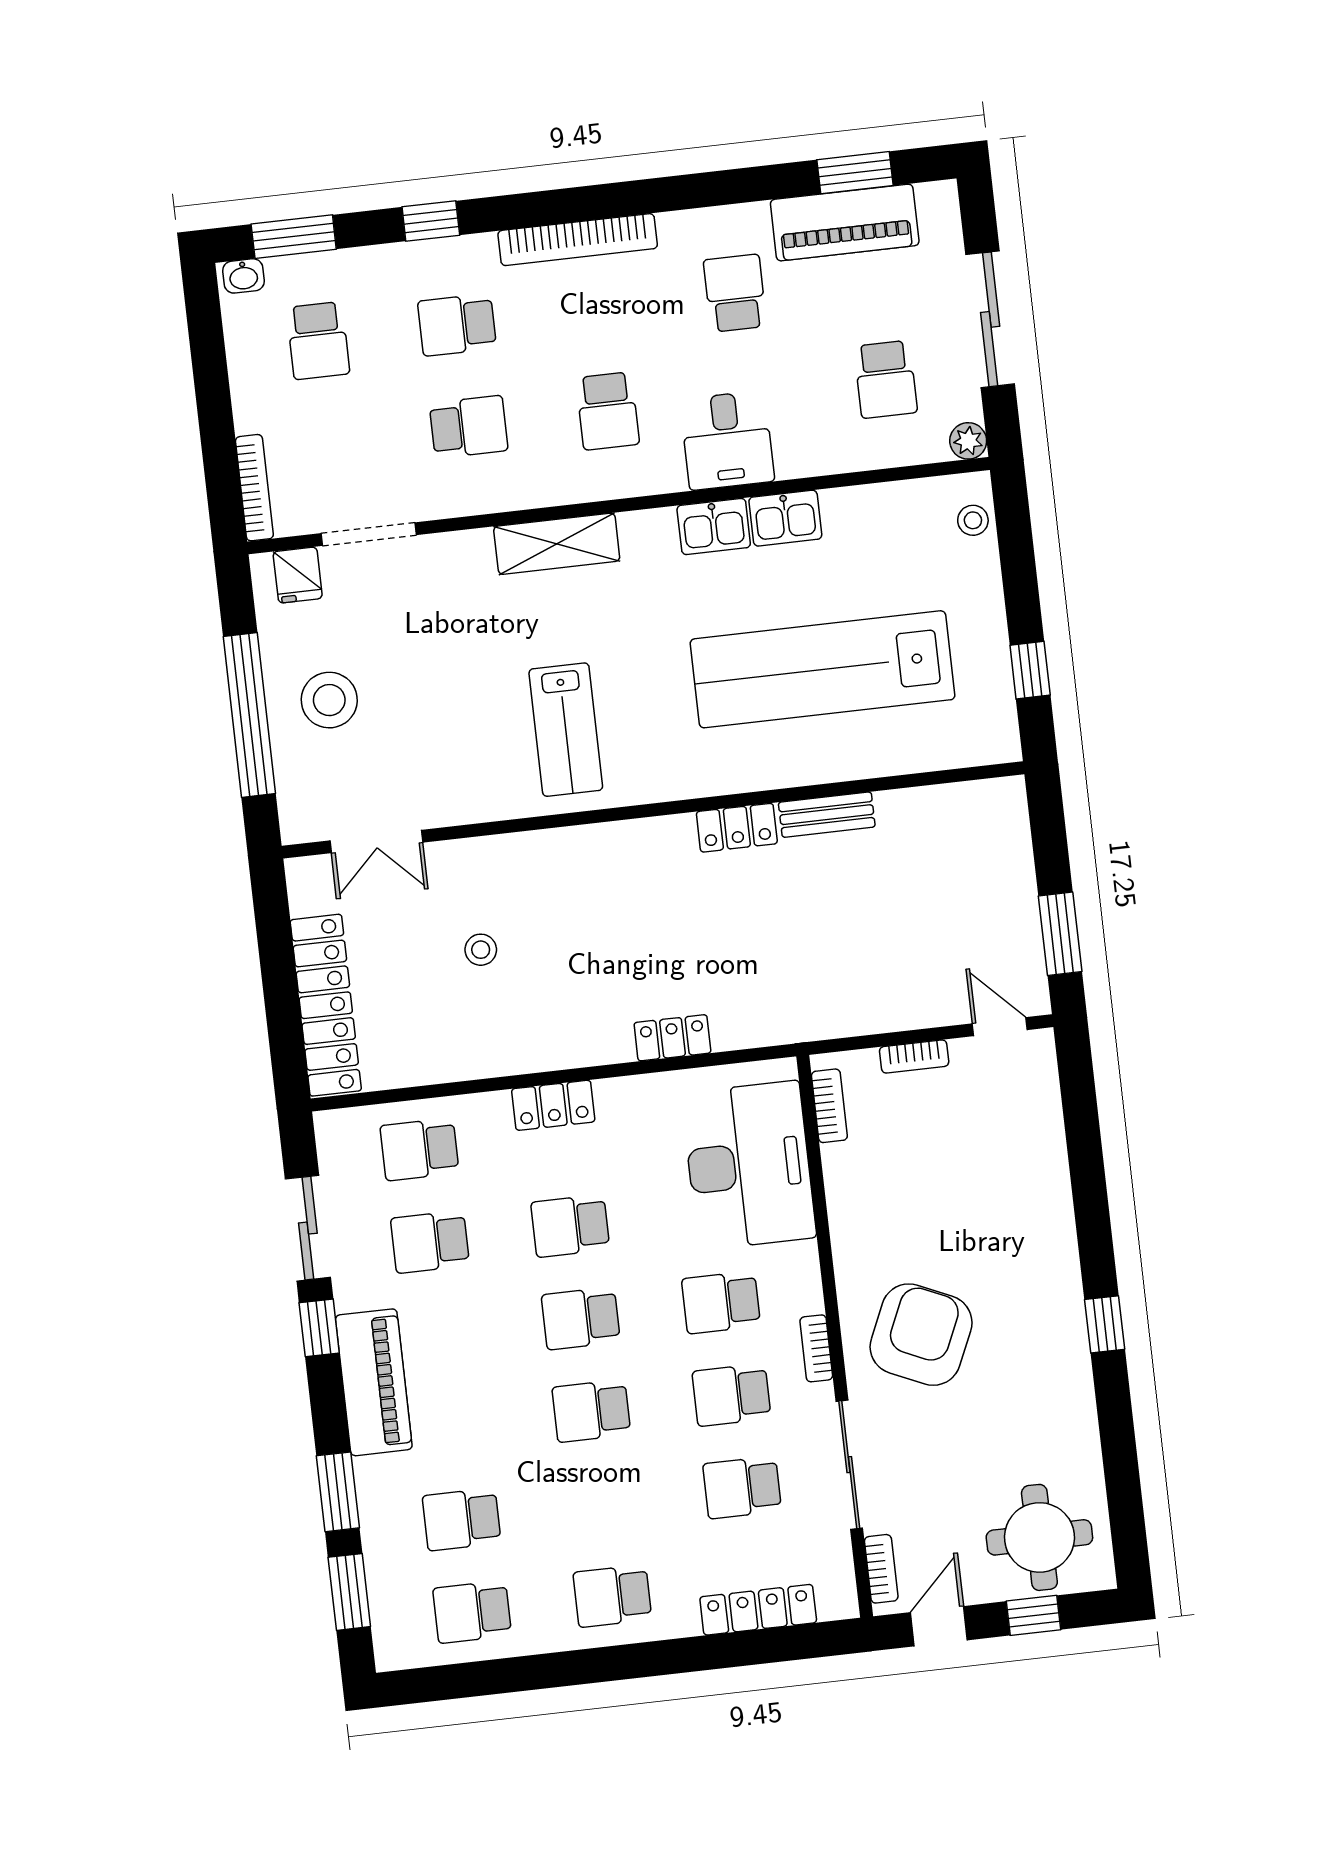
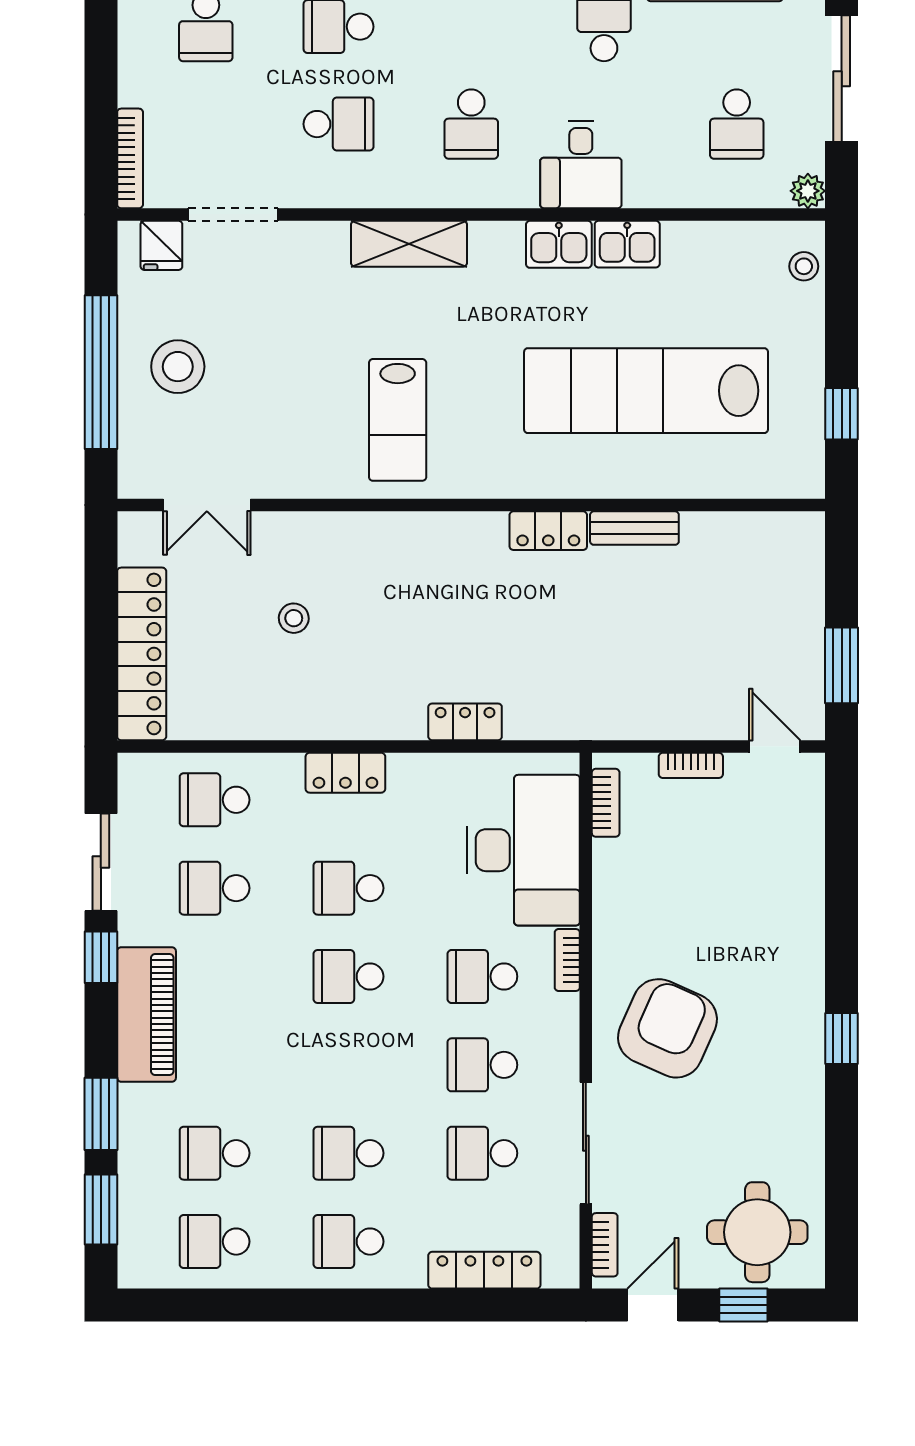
bookcase: (816, 1348) -> (567, 960), moved
school desk: (591, 1411) -> (348, 1153), moved

